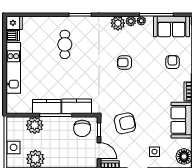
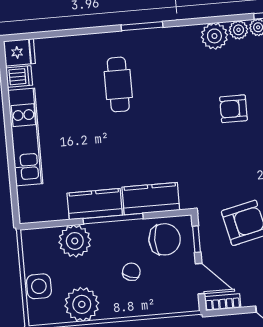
chair: (82, 128) -> (165, 239), turned -90
chair: (63, 144) -> (131, 272), added

